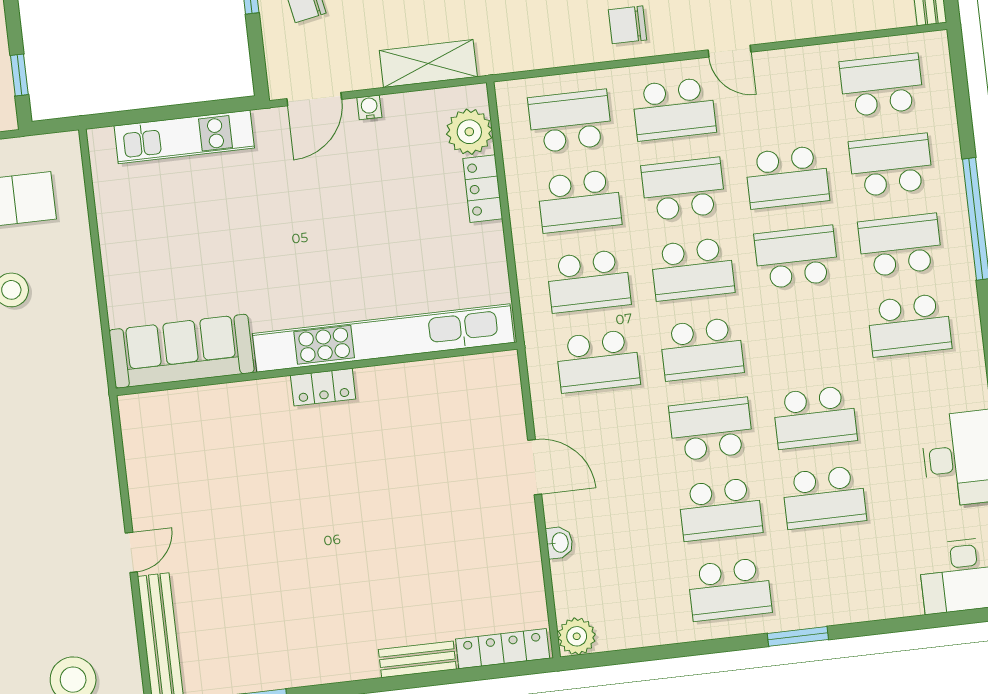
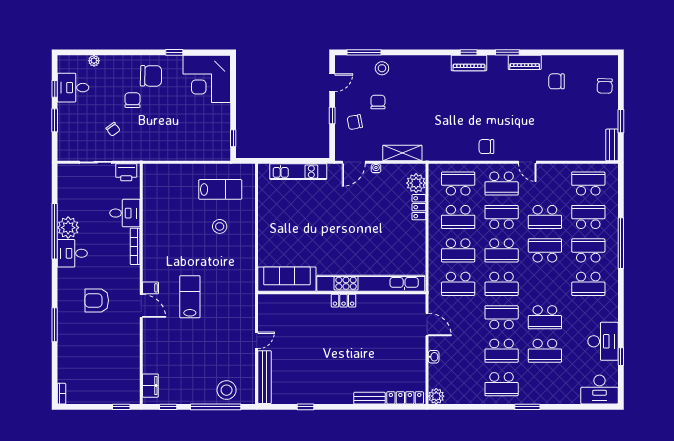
kitchen unit: (383, 338) -> (371, 283), moved
sofa: (182, 351) -> (287, 279), moved
wall: (317, 369) -> (342, 293), moved
locker: (323, 387) -> (344, 301), moved

